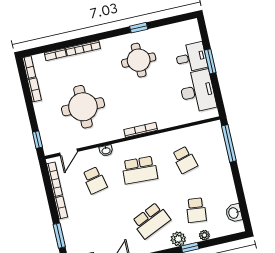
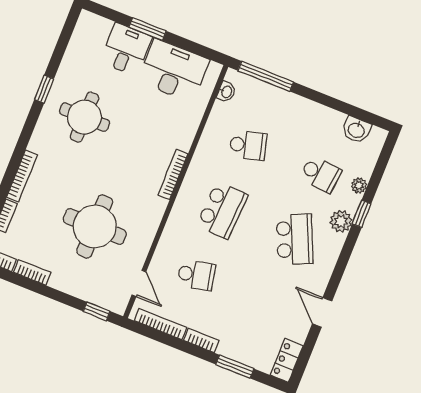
washbasin: (106, 151) -> (226, 92), moved

